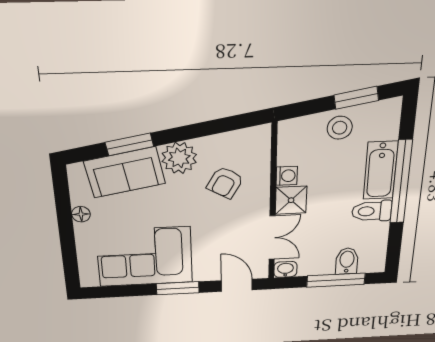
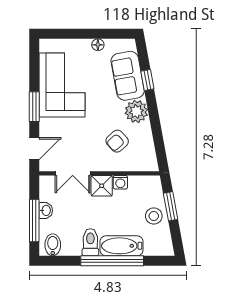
window: (356, 98) -> (171, 206), moved
window: (129, 144) -> (147, 80), width x0.67
armchair: (225, 183) -> (117, 141), turned -72
bidet: (347, 261) -> (53, 245), moved, turned -90
washbasin: (285, 269) -> (46, 210), moved

